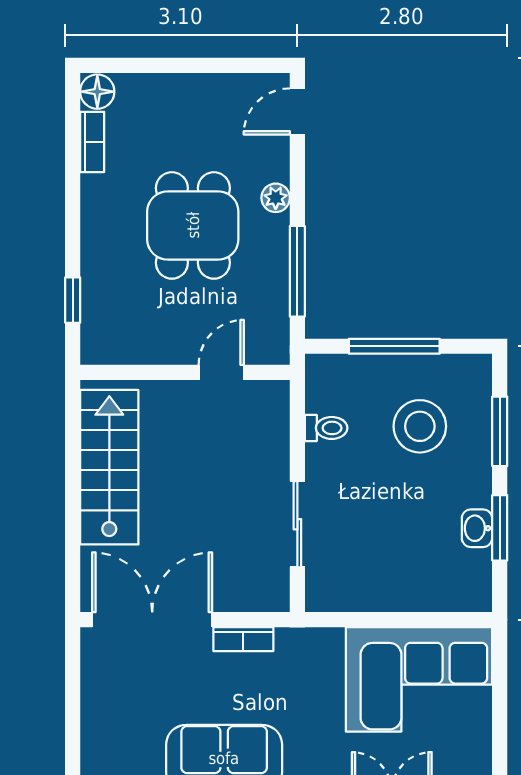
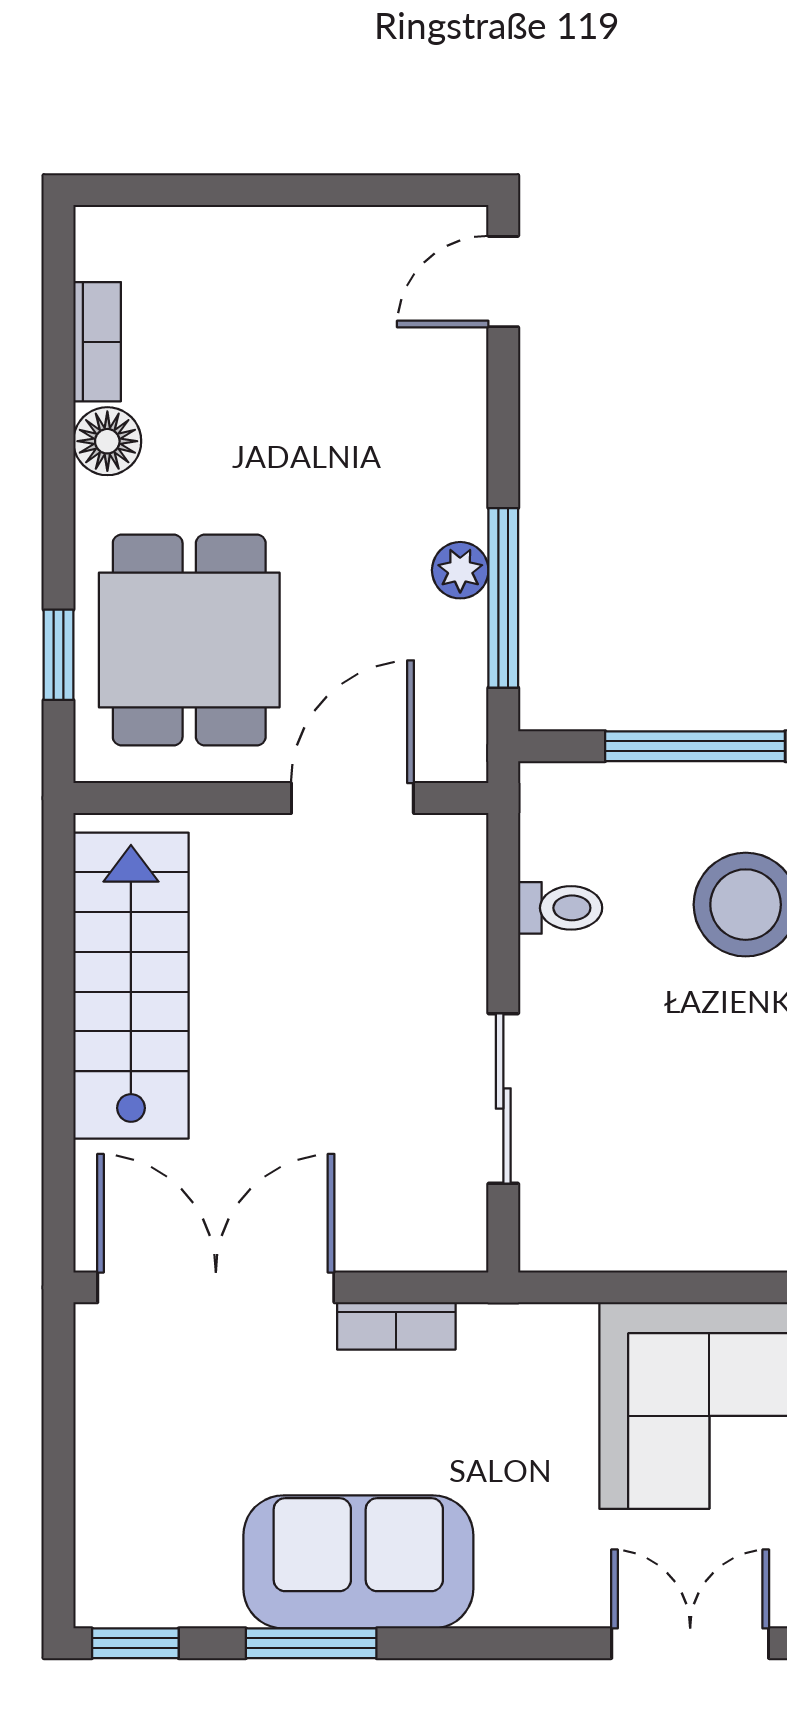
floor lamp: (97, 92) -> (107, 441), moved
plant: (276, 198) -> (460, 570), moved
dining table: (193, 225) -> (189, 640), moved
door: (221, 372) -> (352, 798), width x1.38

